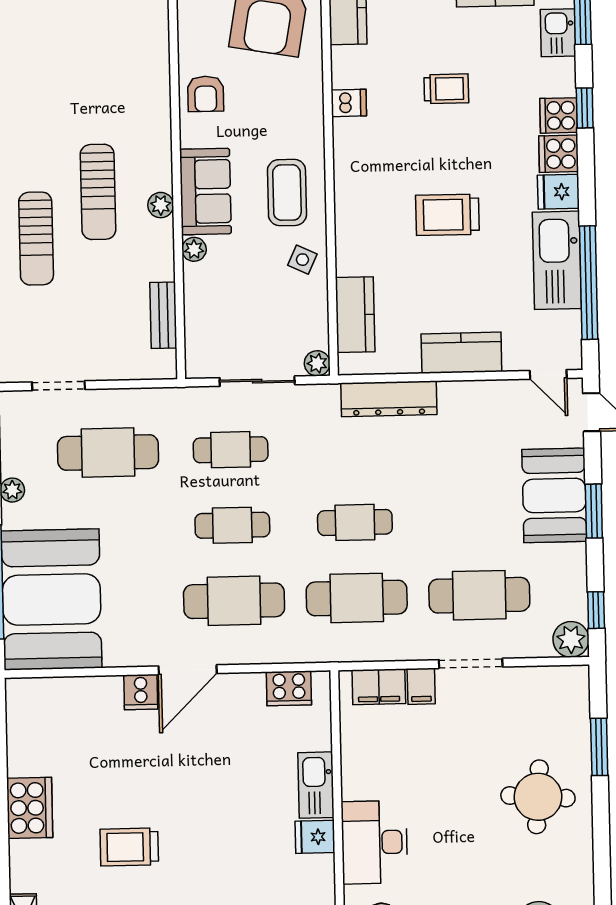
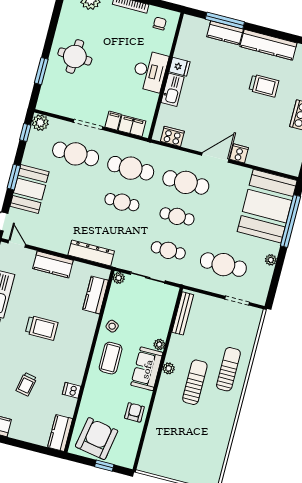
trolley: (446, 89) -> (26, 384), turned -79
bench: (163, 315) -> (183, 313), width x1.36
desk: (374, 842) -> (150, 71), moved

